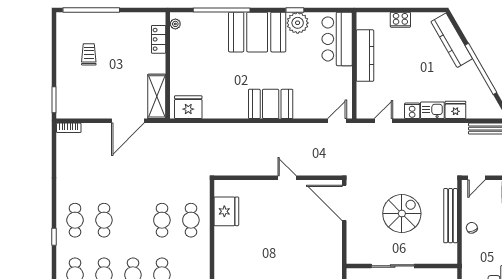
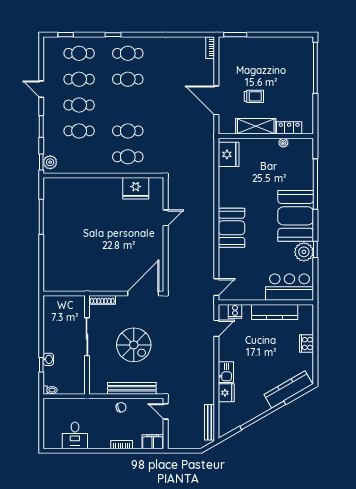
plant: (175, 24) -> (283, 143), moved
trolley: (89, 54) -> (254, 96), moved
shelving: (157, 96) -> (256, 126), moved
cooker: (412, 111) -> (235, 311), moved, turned 90
door: (337, 121) -> (216, 287), hinge flipped
door: (383, 121) -> (216, 328), hinge flipped
door: (287, 178) -> (166, 218), moved
shoe rack: (351, 249) -> (102, 300), added

